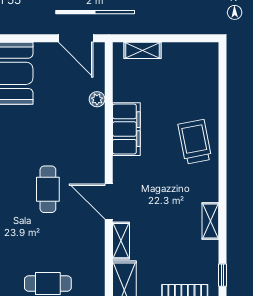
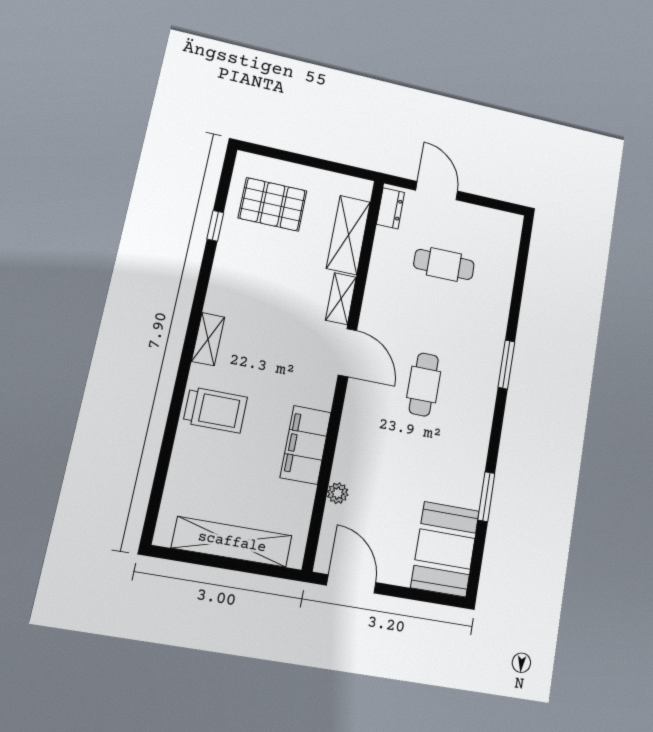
shelving: (143, 50) -> (232, 542), width x2.20, depth x1.33
trolley: (195, 142) -> (215, 410), turned -79
shelving: (210, 221) -> (208, 339), moved

